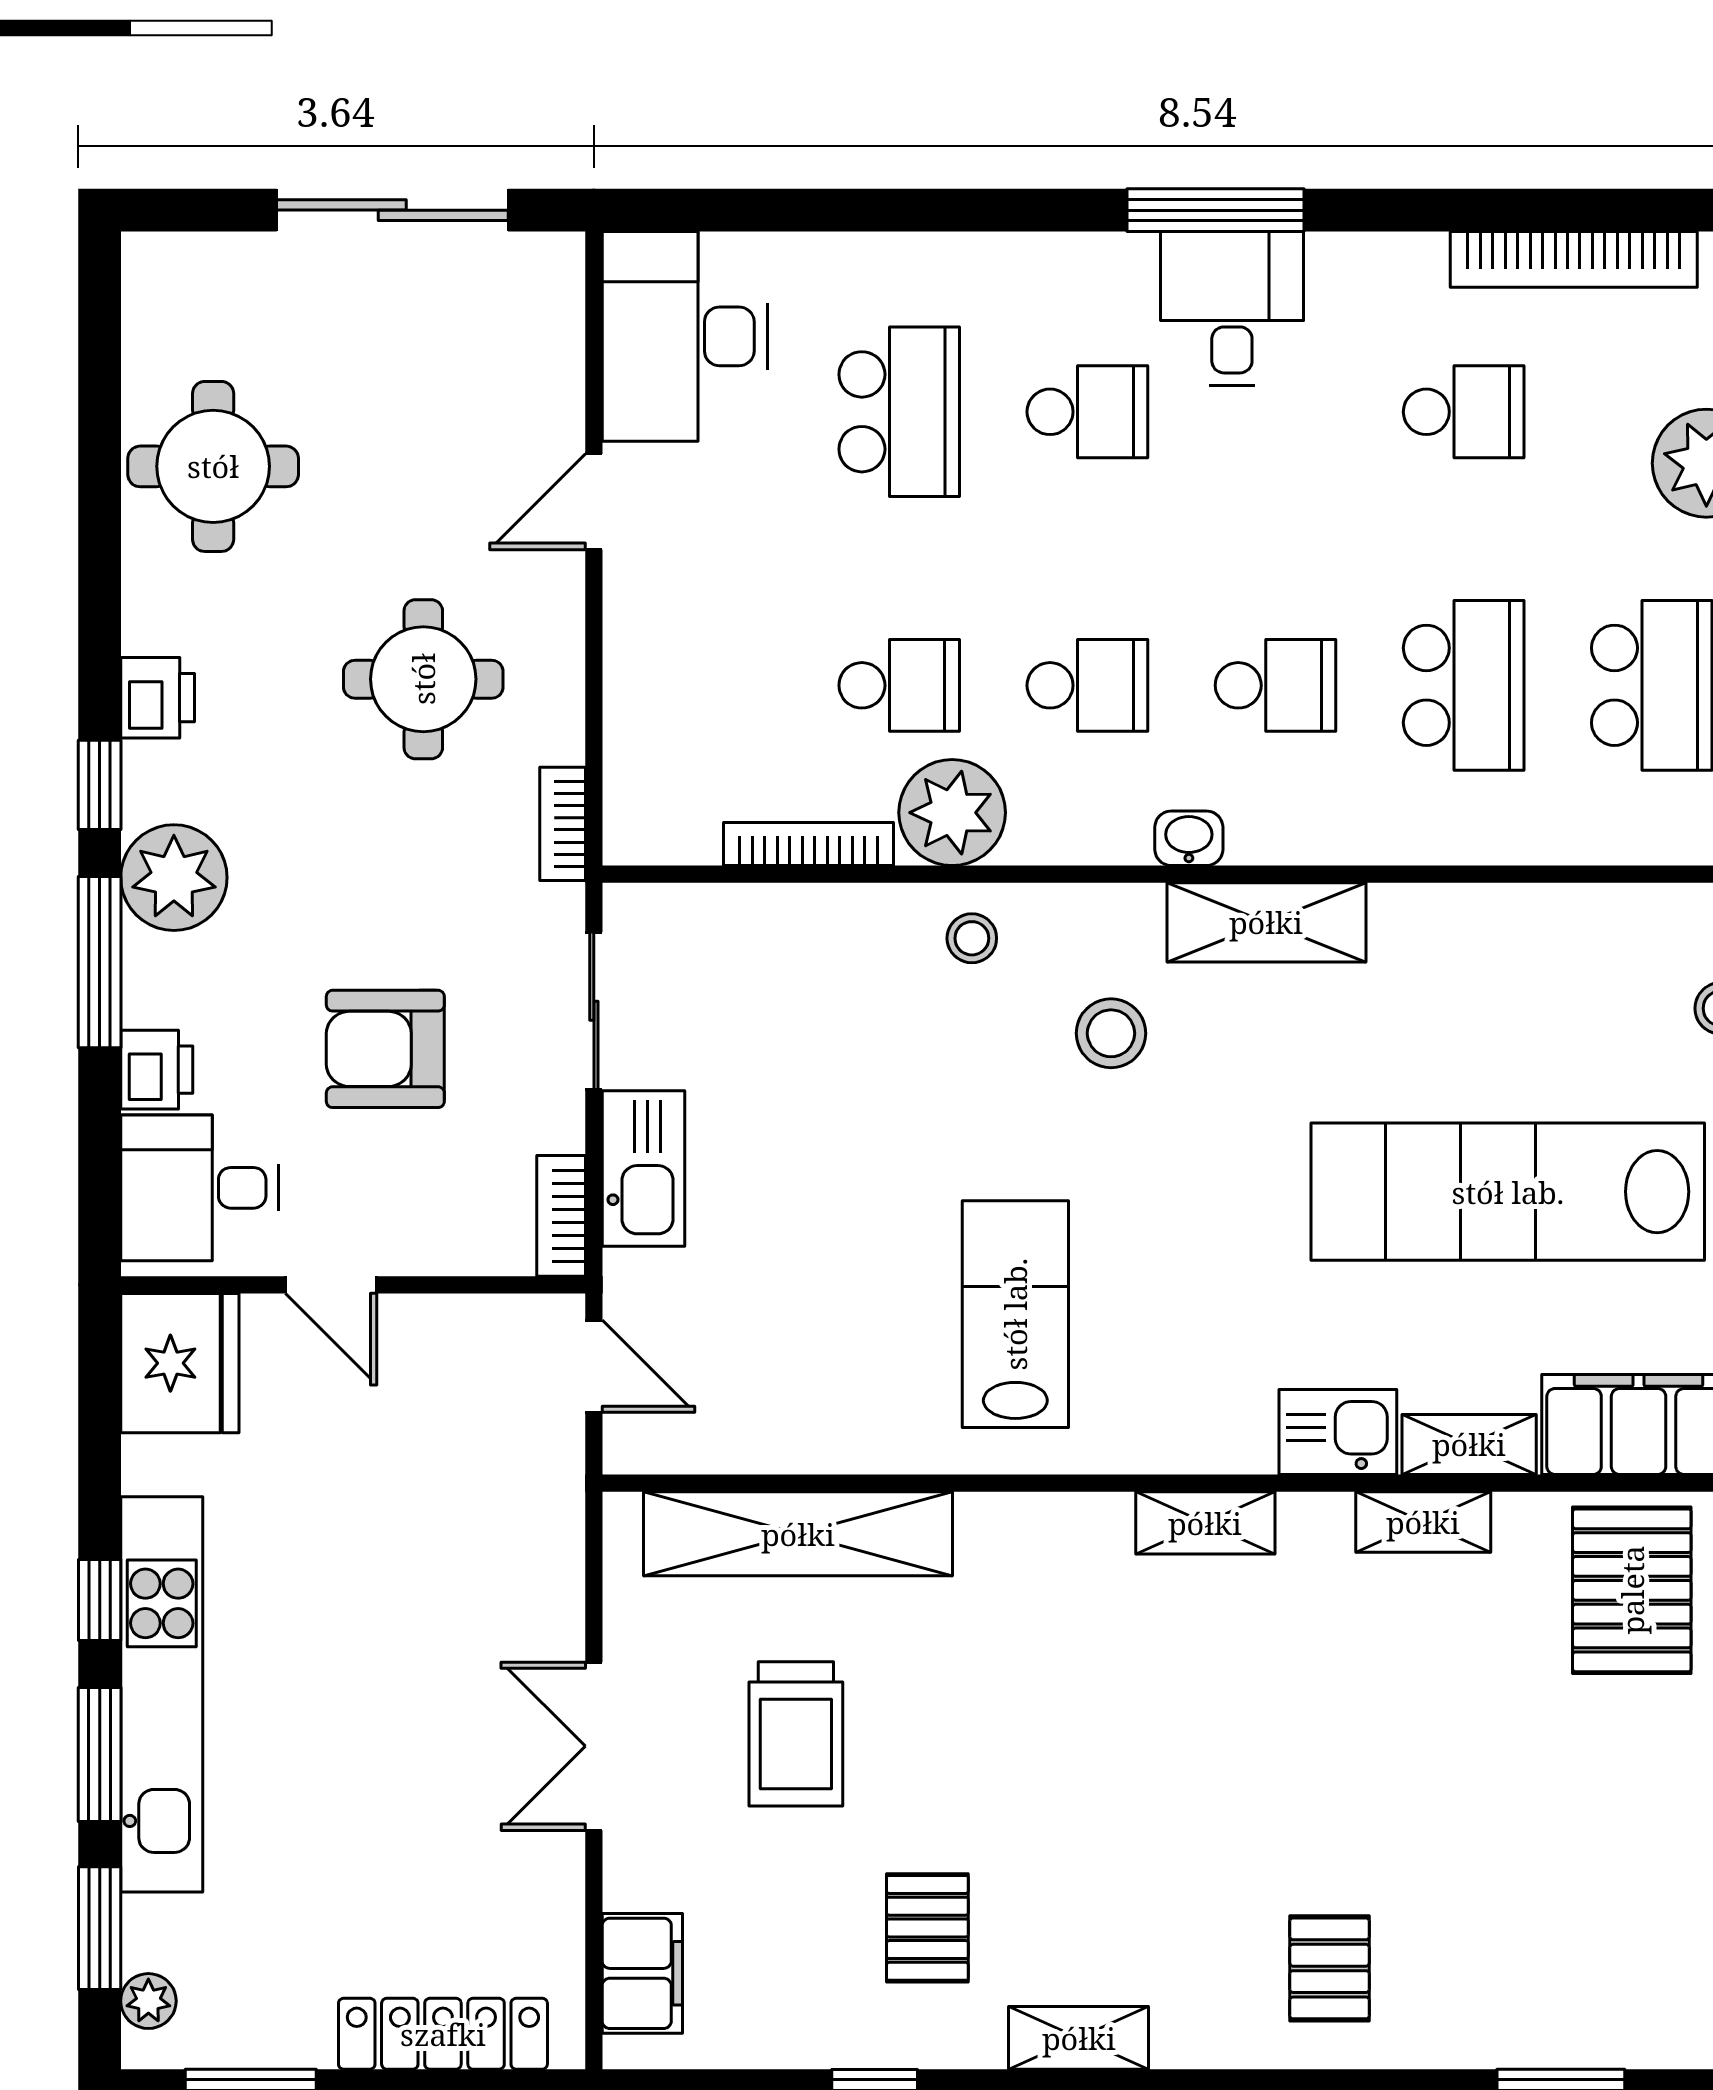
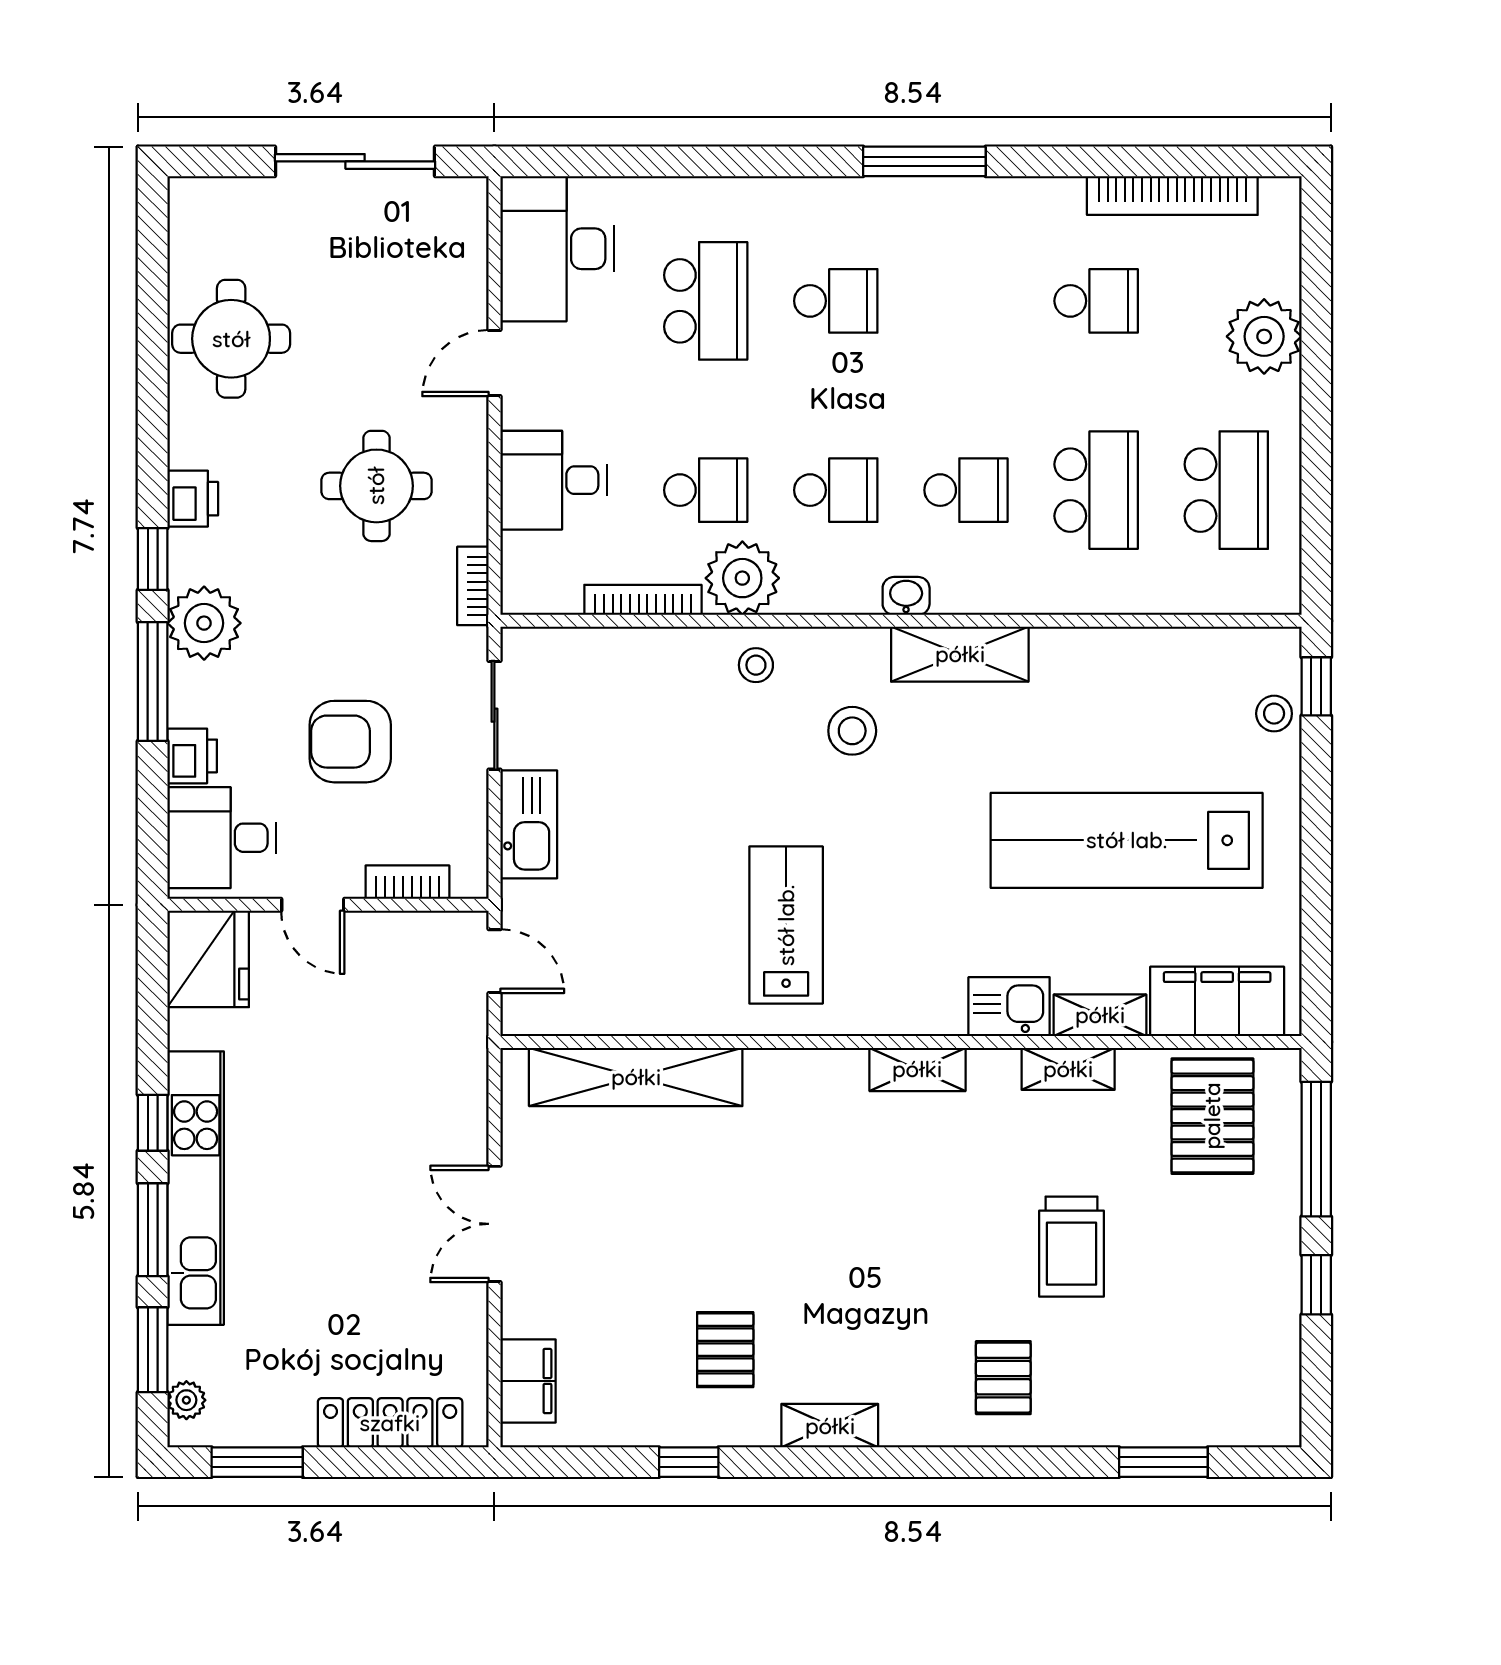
desk: (1232, 308) -> (554, 480), moved, turned -90
bookcase: (561, 1216) -> (407, 882), moved, turned 90
trolley: (796, 1734) -> (1072, 1247), moved

